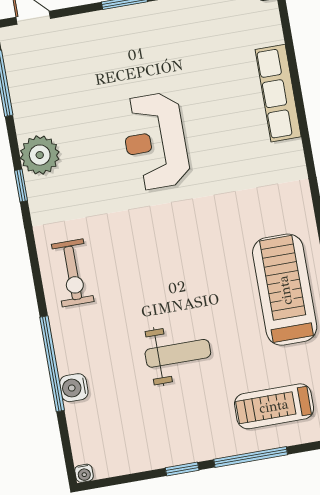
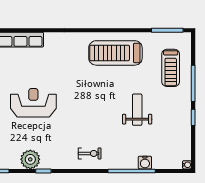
reception desk: (155, 141) -> (33, 103), turned 180
exercise bike: (73, 273) -> (90, 153), width x0.73, depth x0.72

